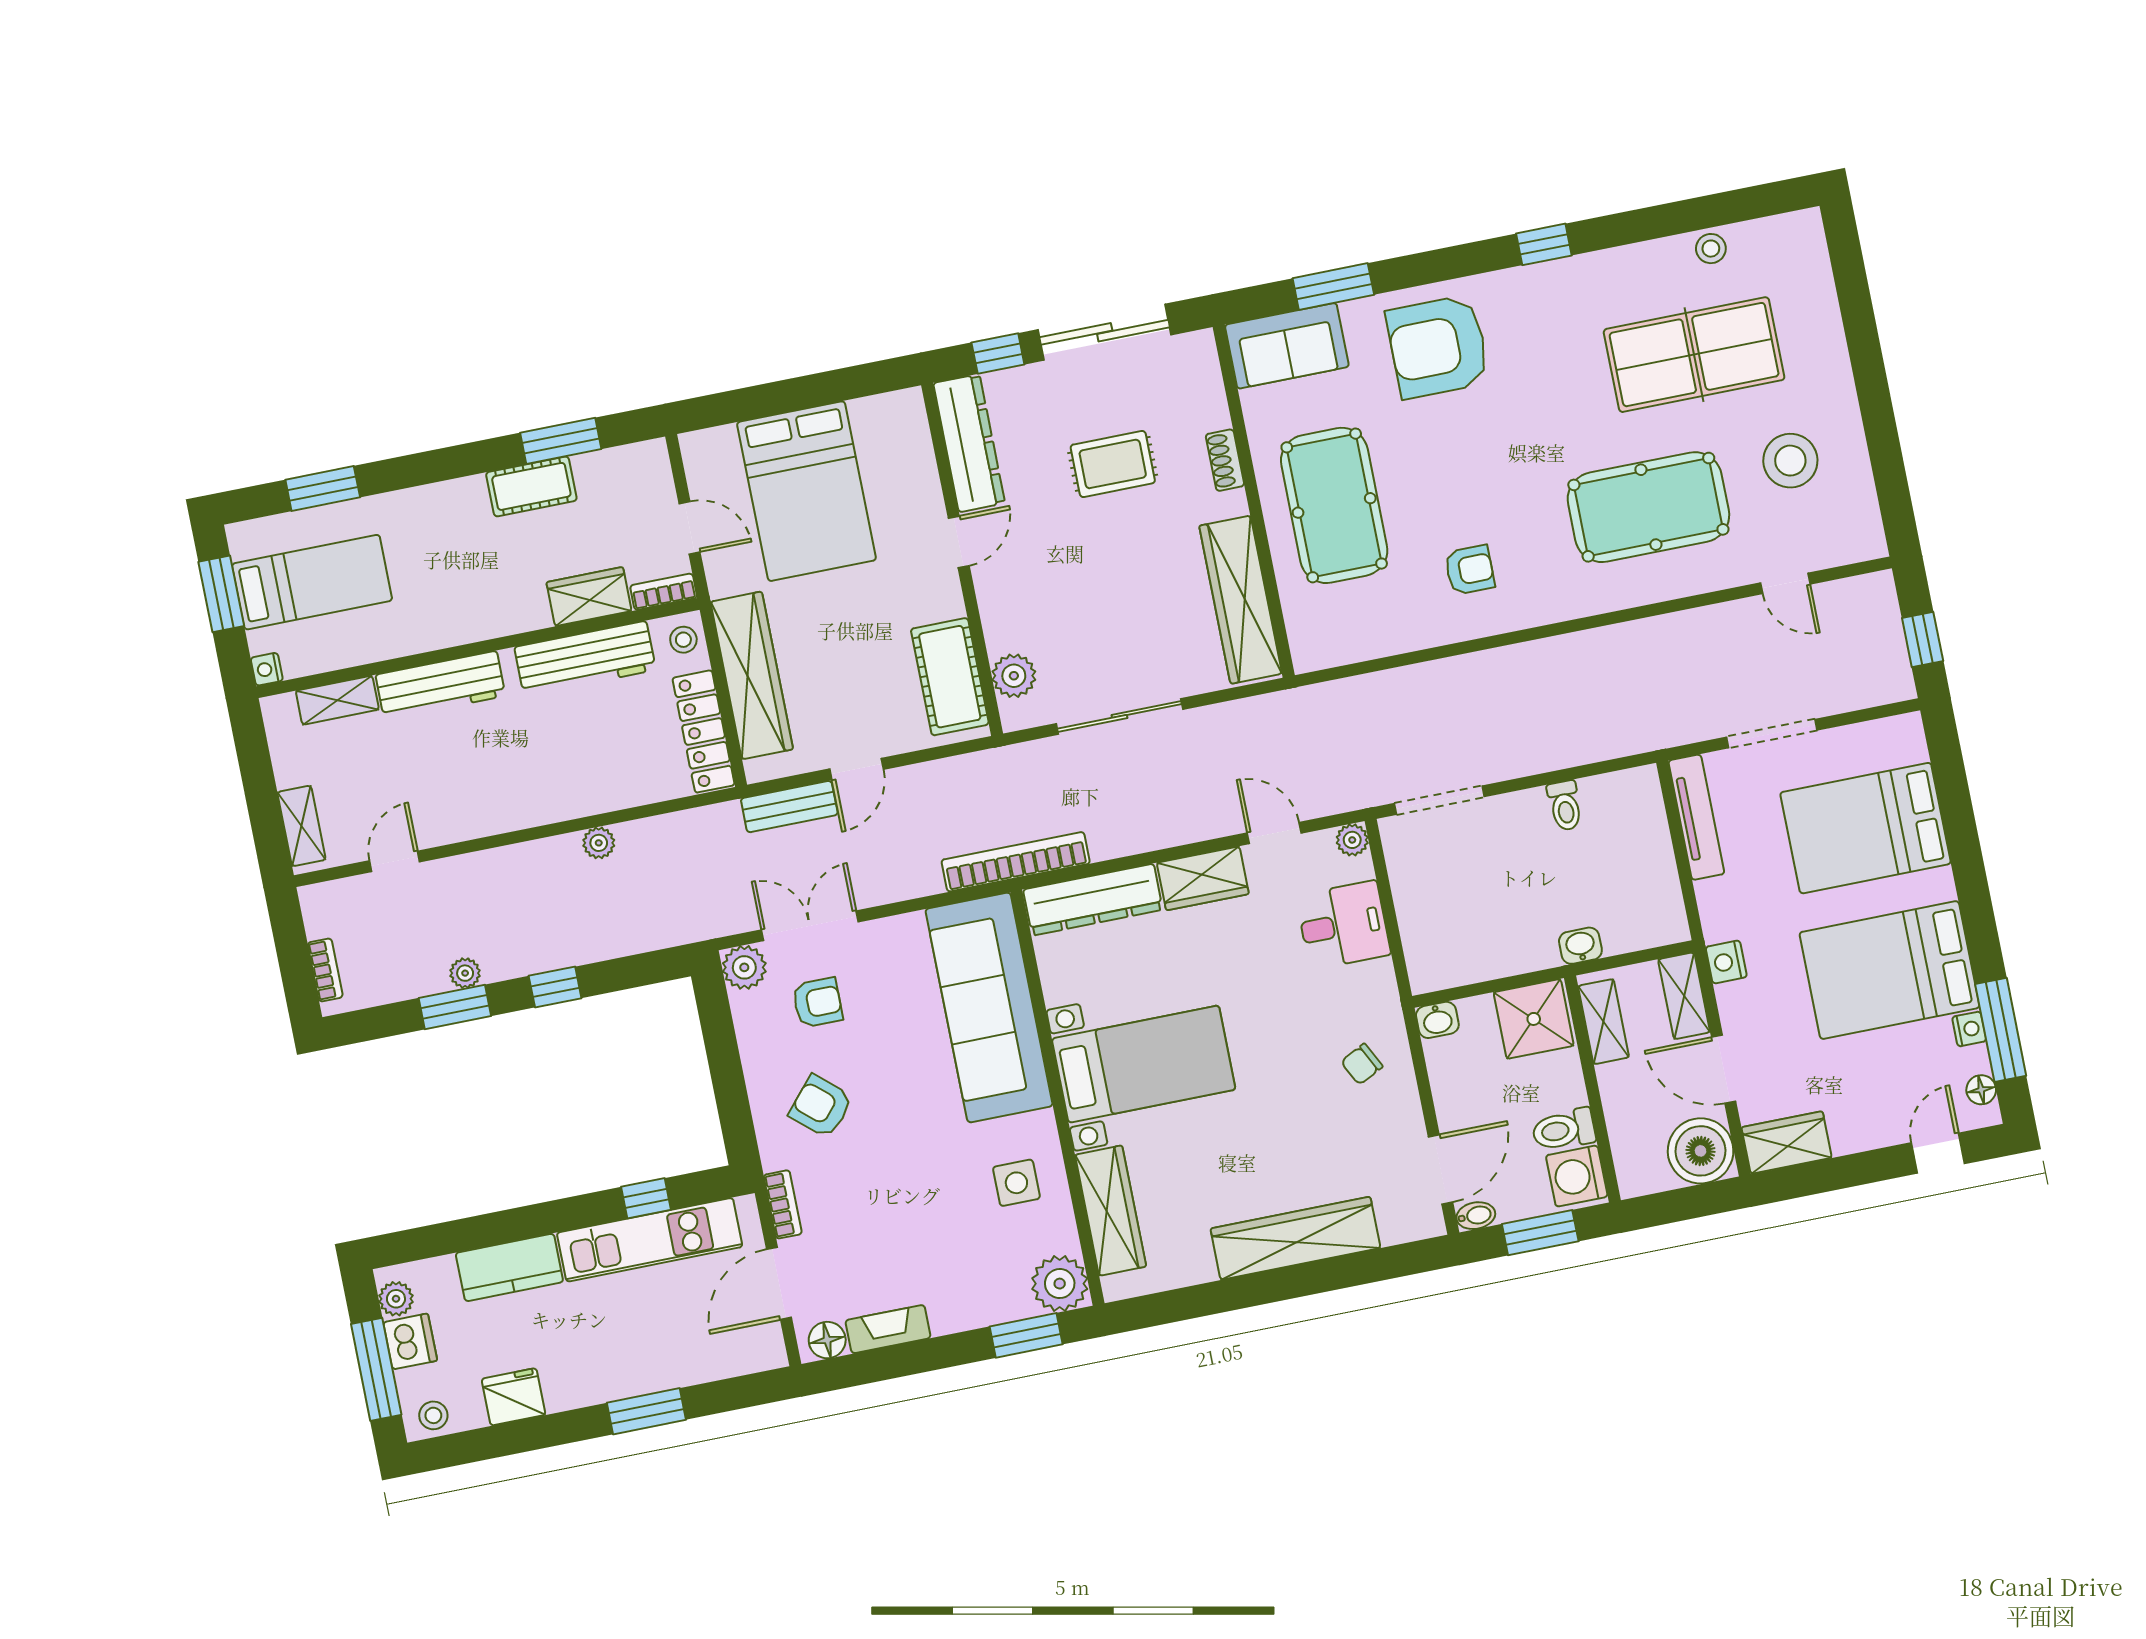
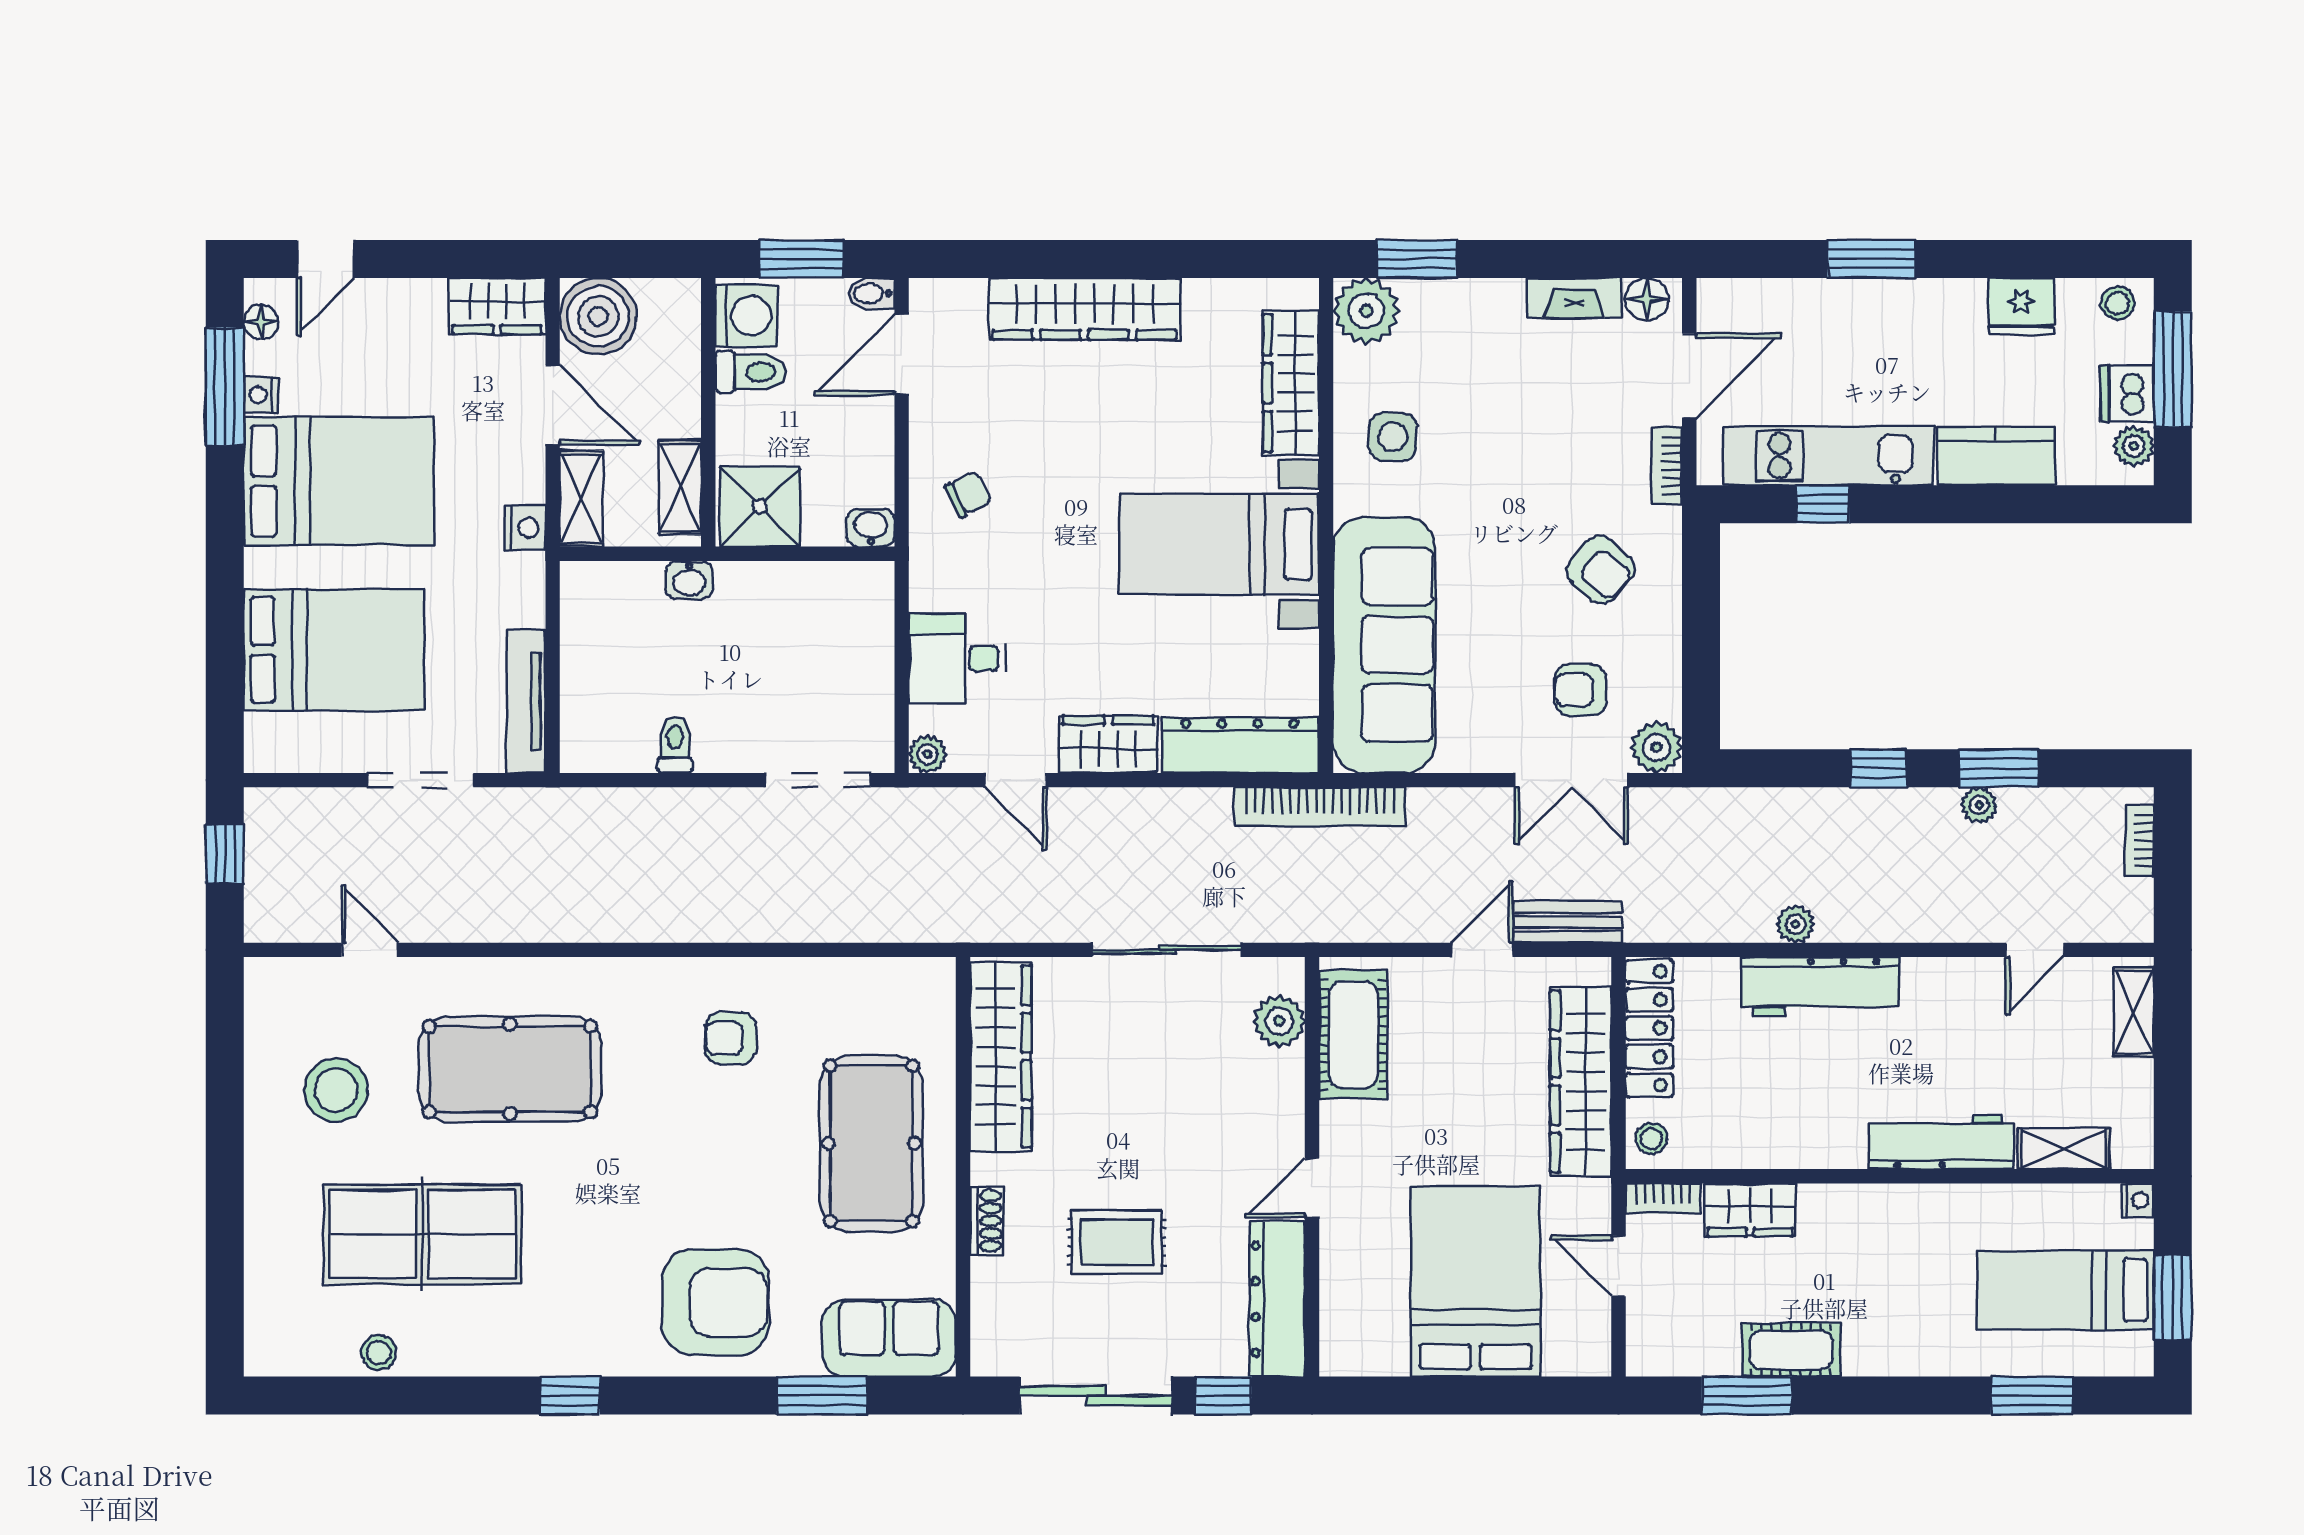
workbench: (585, 659) -> (1820, 987), moved, turned 180

